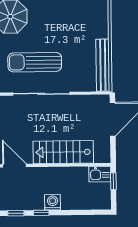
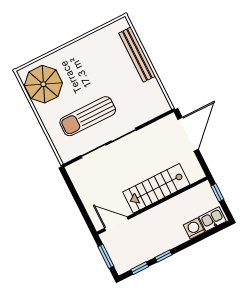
bench: (103, 65) -> (137, 55), moved
kitchen sink: (100, 174) -> (212, 219), moved, turned 180
washing machine: (53, 202) -> (194, 229), moved

